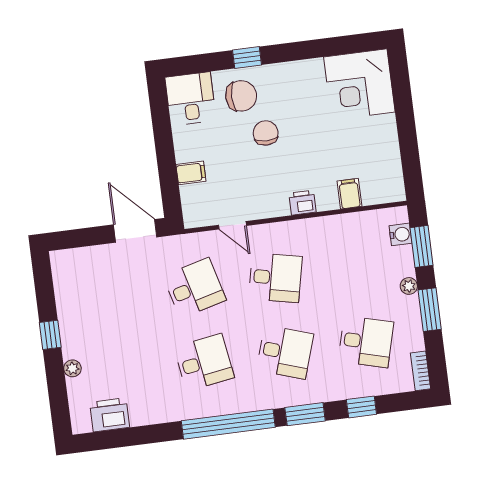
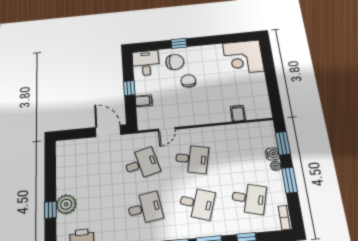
window: (165, 149) -> (129, 88), added
printer: (302, 203) -> (209, 118), removed
door: (232, 225) -> (167, 129), hinge flipped
water cooler: (400, 234) -> (272, 154), moved
window: (50, 335) -> (50, 210), moved
plant: (72, 368) -> (66, 204), width x1.88, depth x1.88

